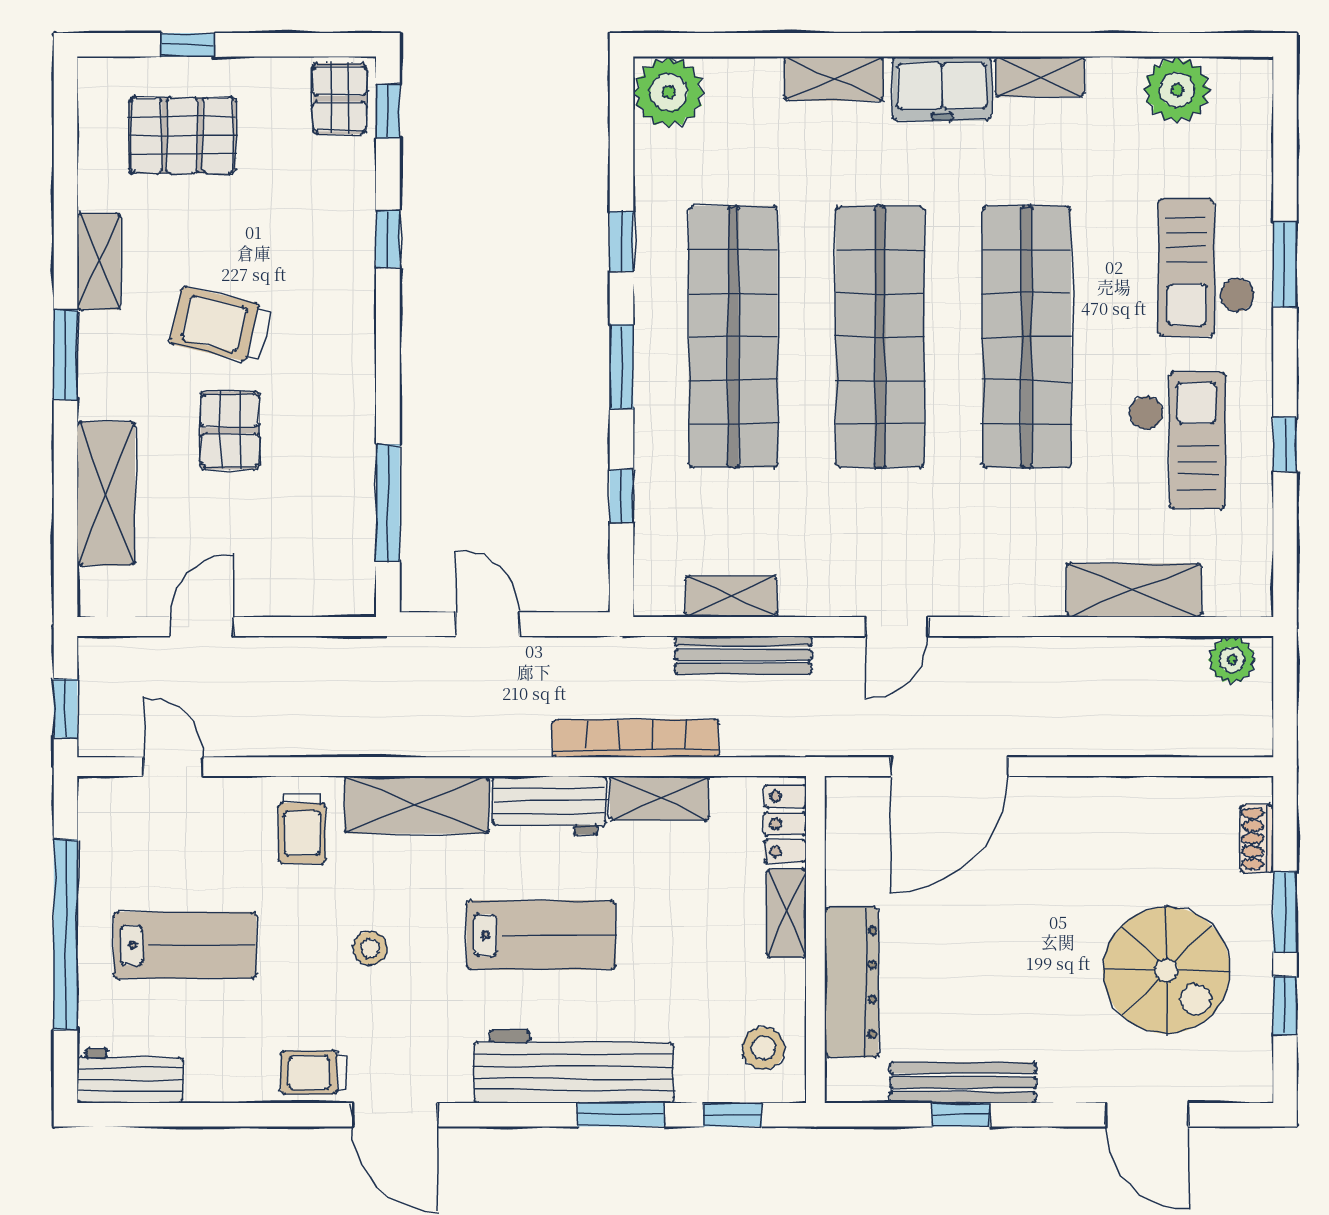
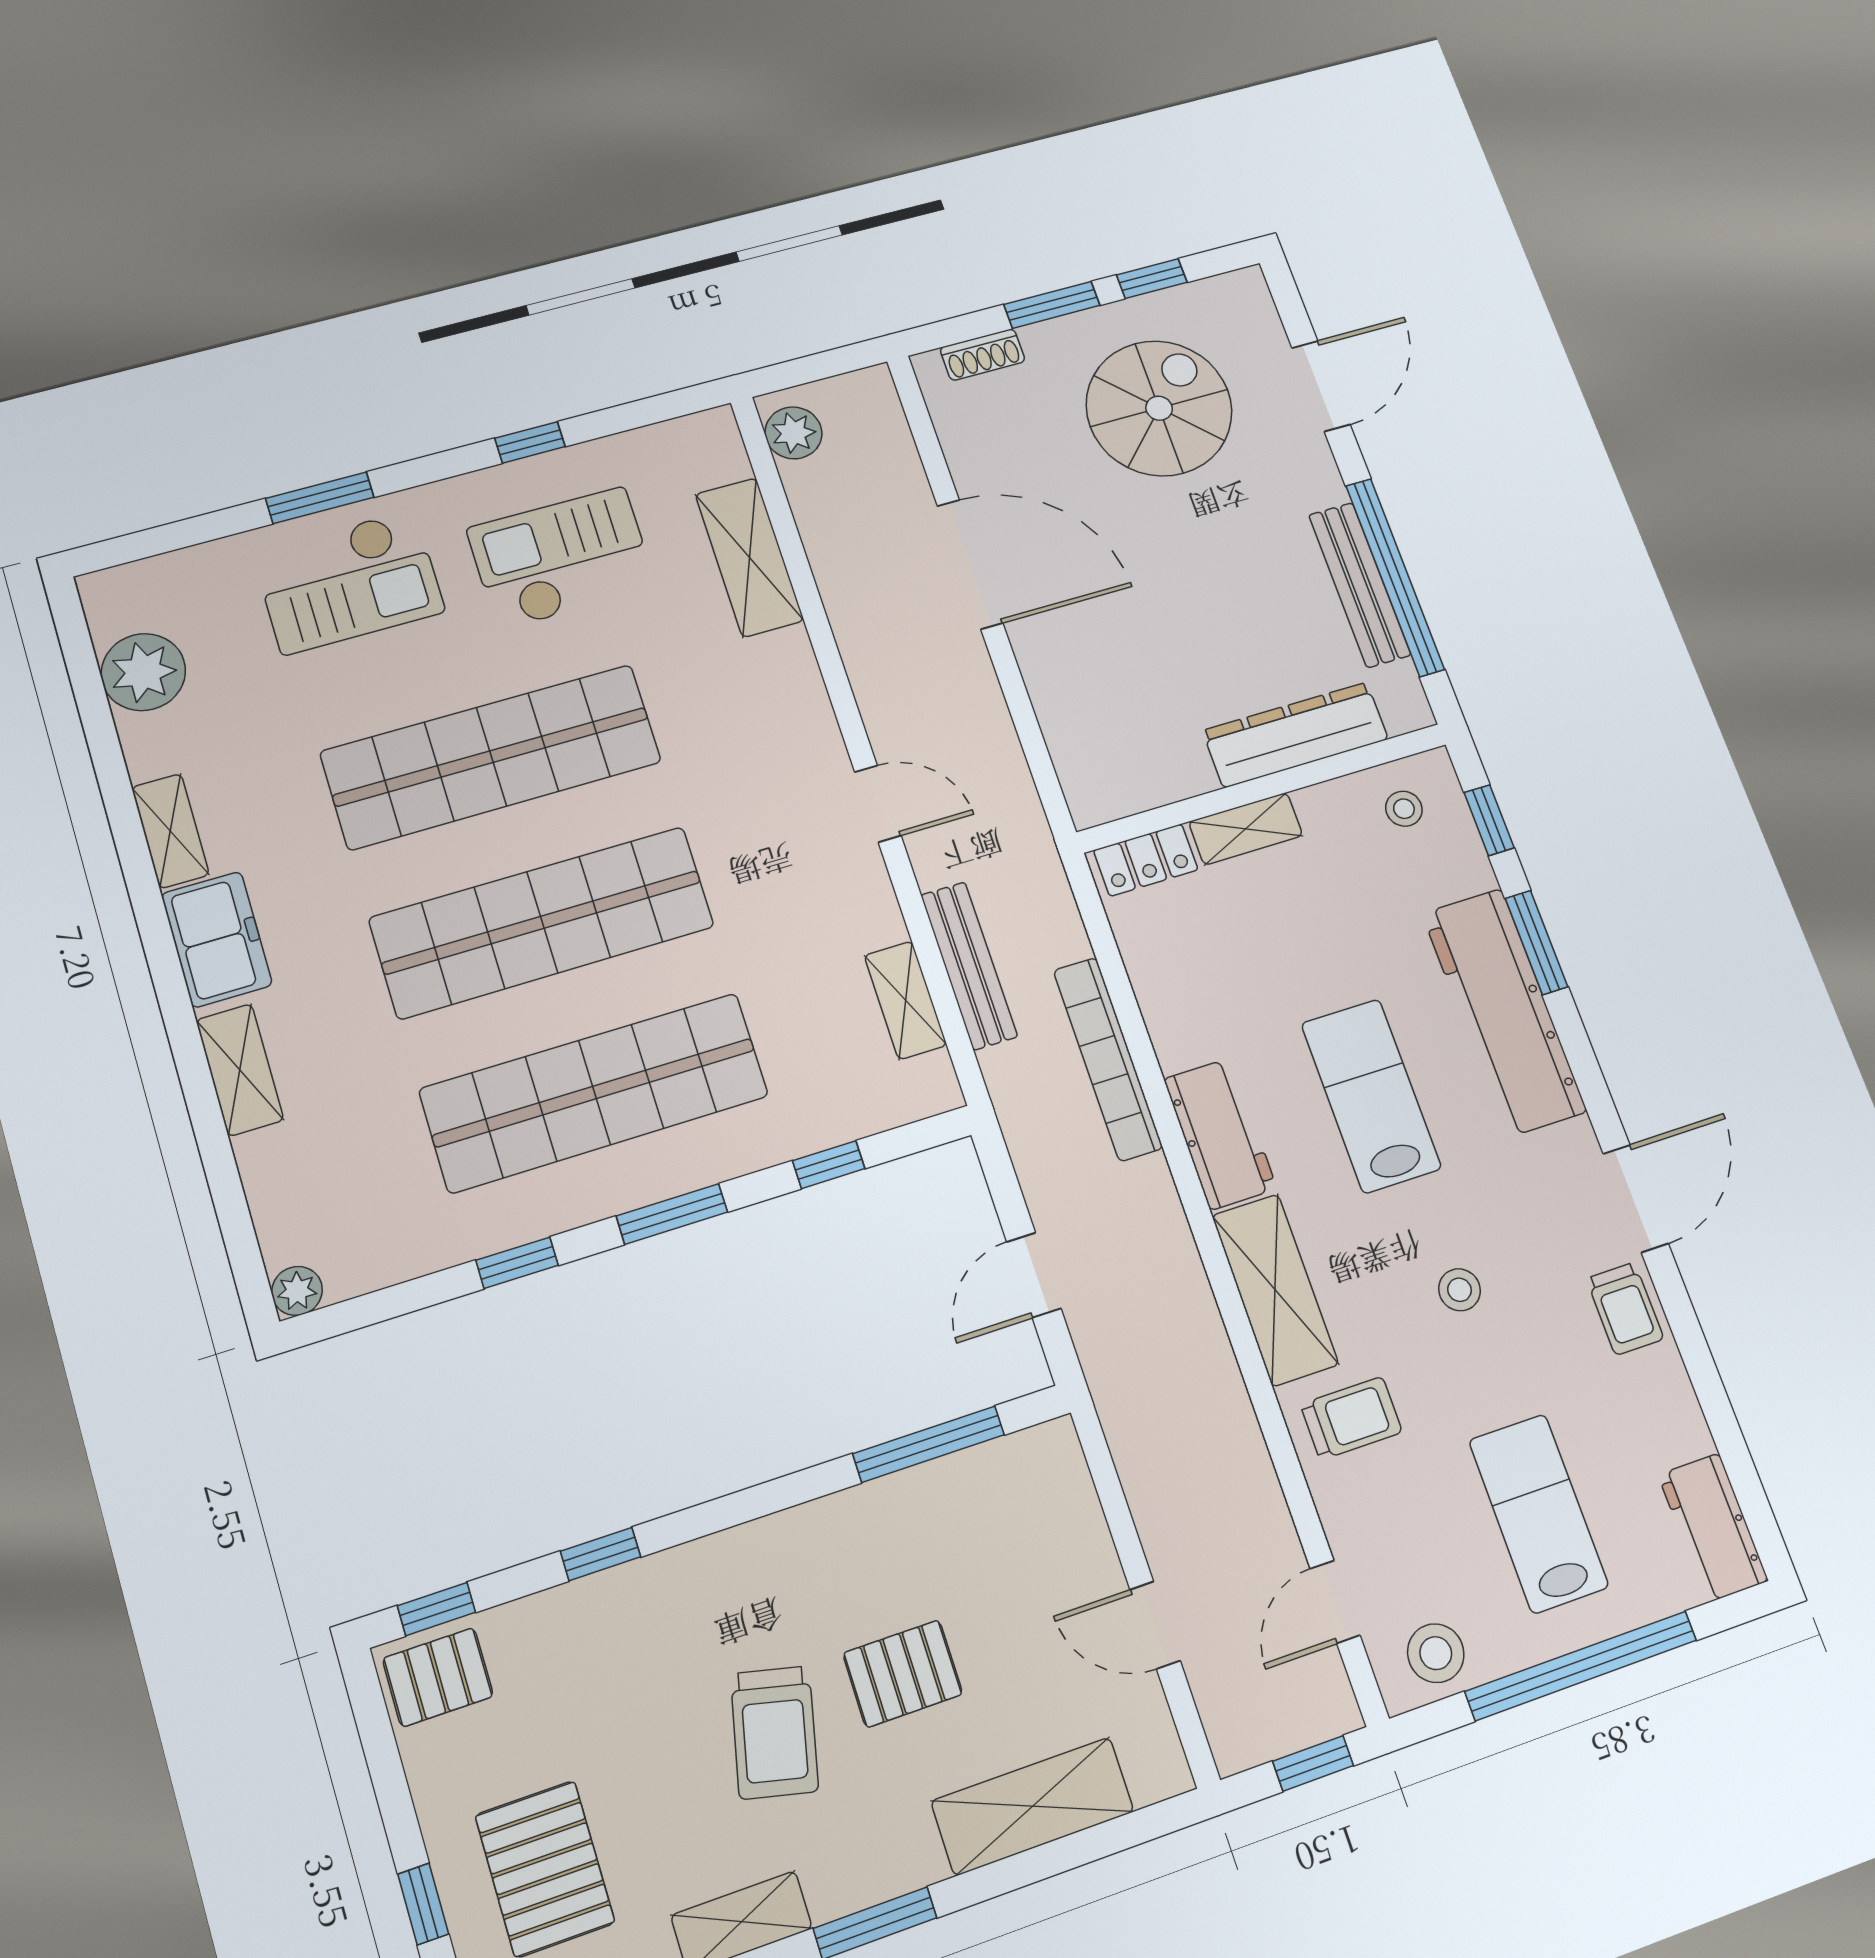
plant: (669, 92) -> (297, 1291), width x0.53, depth x0.53
door: (949, 767) -> (970, 564), moved
shelving: (659, 798) -> (1167, 1010), removed
stool: (111, 828) -> (1436, 1653), added
stool: (763, 1048) -> (1404, 809), width x0.73, depth x0.73
window: (961, 1115) -> (1395, 577), width x3.17

